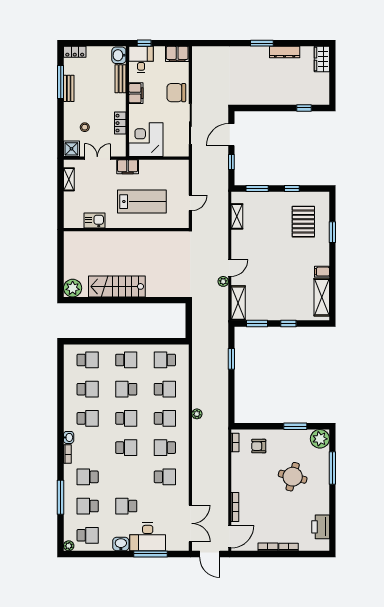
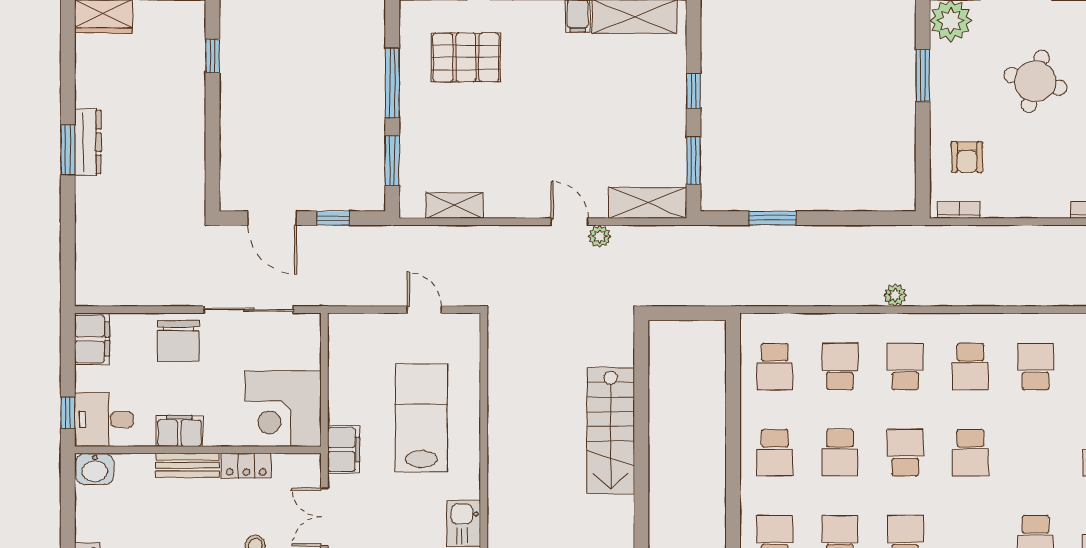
dresser: (285, 52) -> (88, 142), moved
bench: (121, 79) -> (188, 465), moved
window: (292, 189) -> (392, 83), width x2.17
stairs: (117, 286) -> (611, 431), moved
school desk: (126, 360) -> (775, 453), turned 180
school desk: (126, 448) -> (970, 453), turned 180

